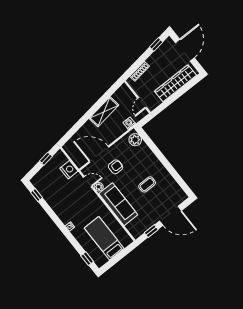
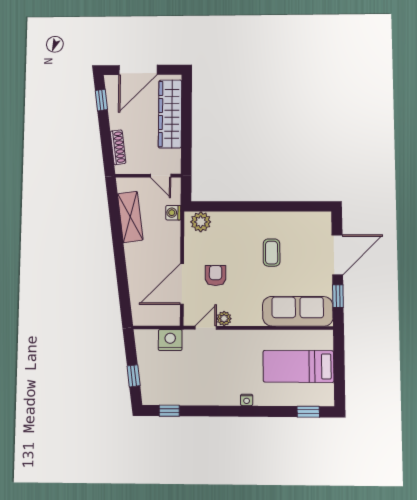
door: (185, 50) -> (138, 70), swing flipped
shelving: (104, 112) -> (130, 217), moved
window: (46, 159) -> (134, 376), moved
sofa: (118, 204) -> (298, 311), moved

